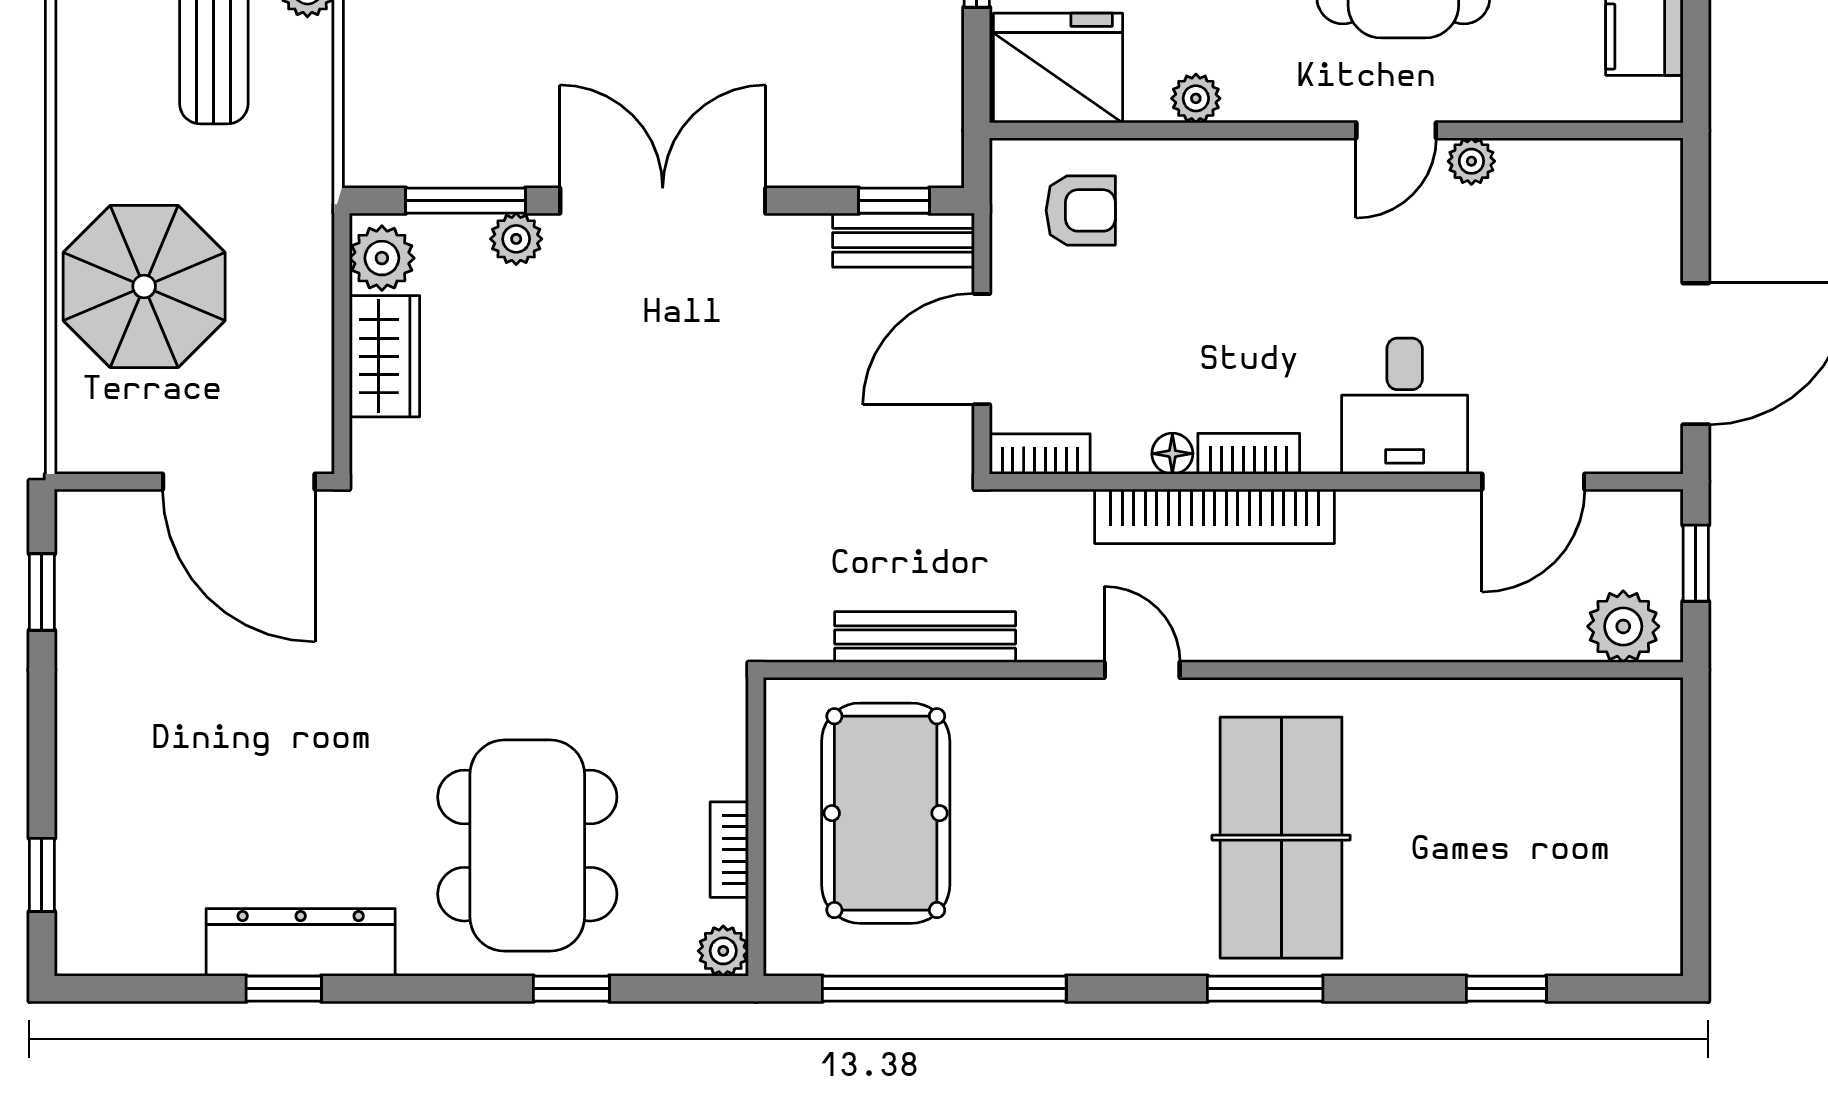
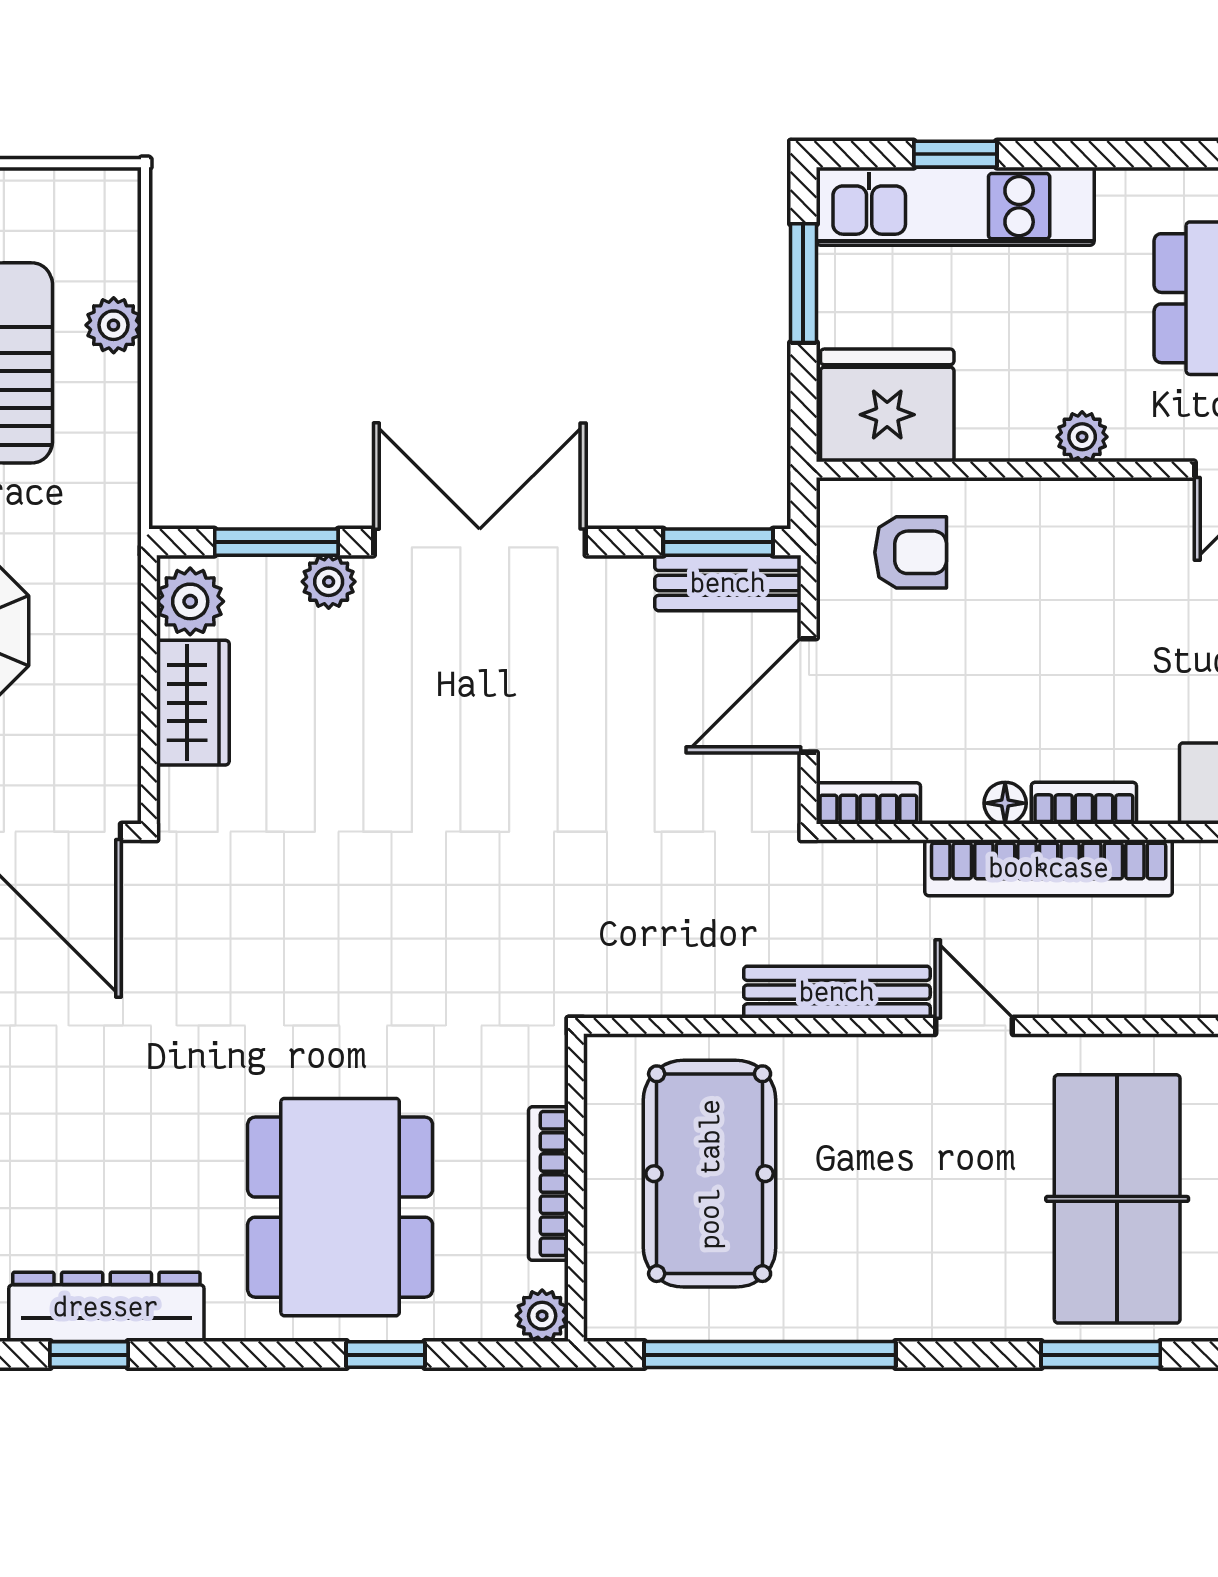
plant: (1196, 98) -> (1082, 437), moved
window: (894, 201) -> (718, 542), width x1.50
bench: (925, 637) -> (837, 992), moved
bookcase: (729, 850) -> (548, 1184), width x1.56

